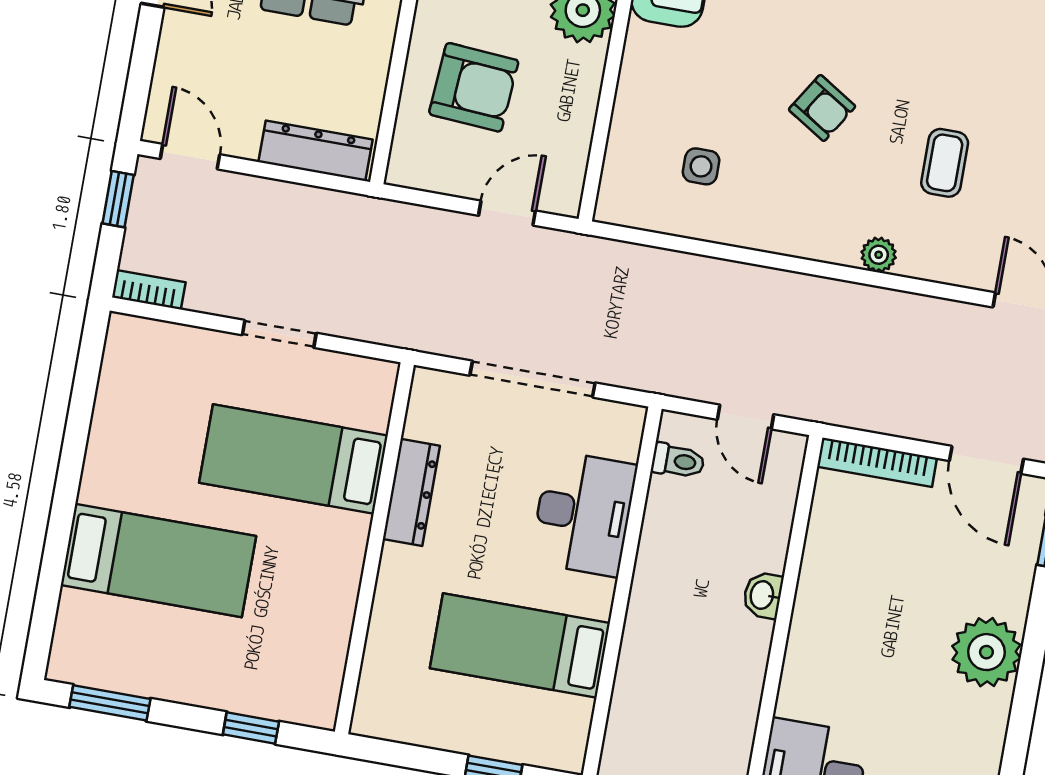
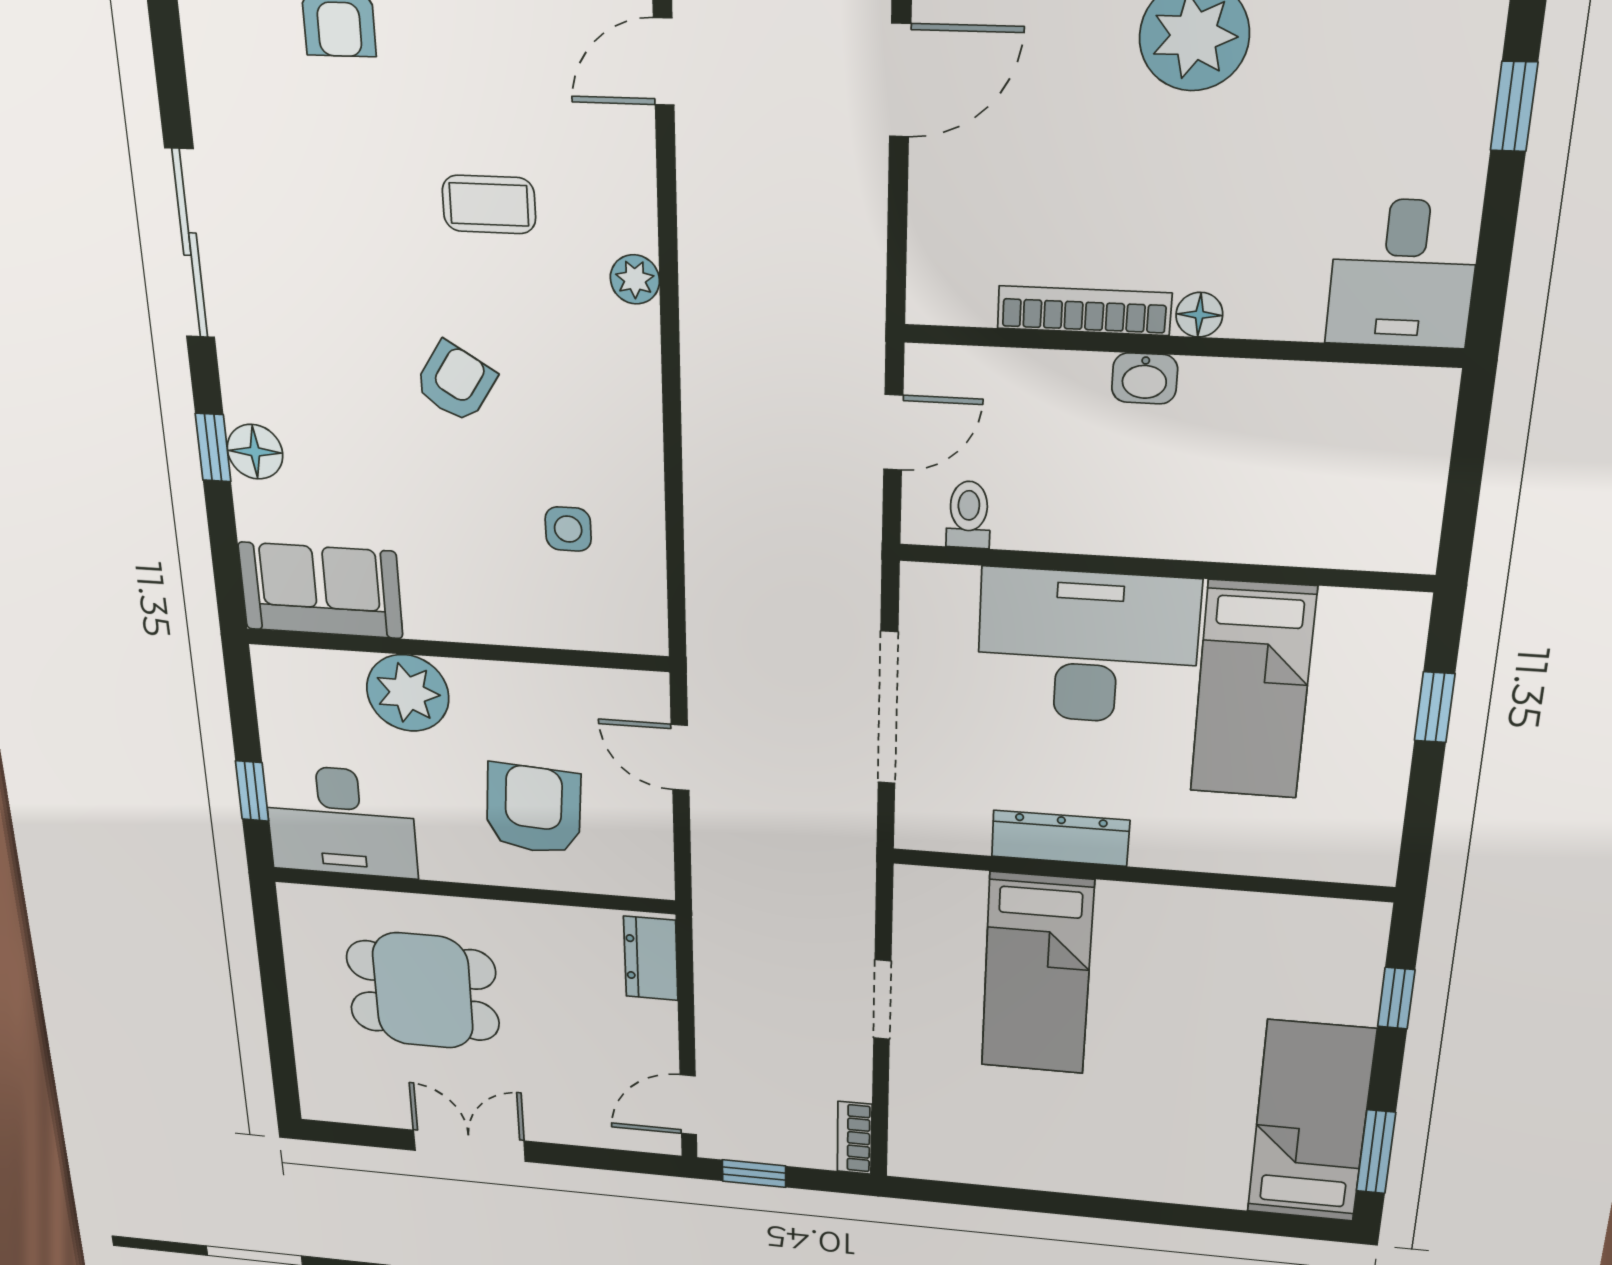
dresser: (316, 151) -> (651, 958), width x0.70
bookcase: (877, 462) -> (1084, 311), moved, turned -90
desk: (583, 514) -> (1087, 647), width x1.36, depth x1.30
bed: (158, 560) -> (1311, 1122), moved
floor lamp: (803, 636) -> (1199, 315), added

